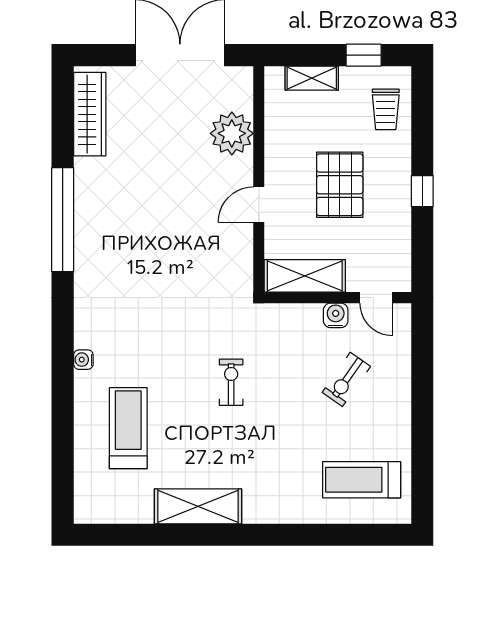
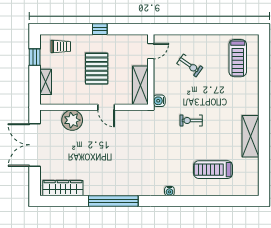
pallet: (340, 185) -> (97, 69), turned 90
water cooler: (336, 315) -> (159, 101), moved
water cooler: (83, 360) -> (169, 191), moved

